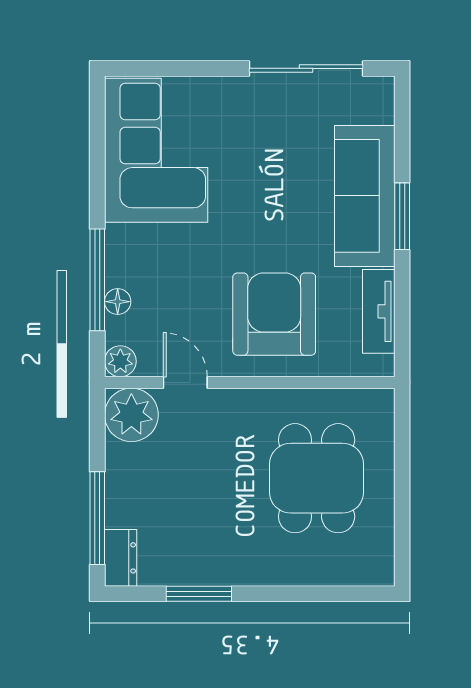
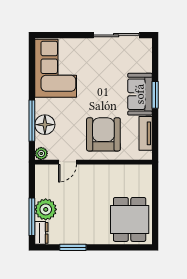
sofa: (365, 196) -> (140, 94), width x0.73
floor lamp: (118, 302) -> (45, 125), width x1.89, depth x1.89
door: (185, 383) -> (67, 162), swing flipped
plant: (131, 415) -> (46, 209), moved
dining table: (317, 478) -> (130, 219), moved

